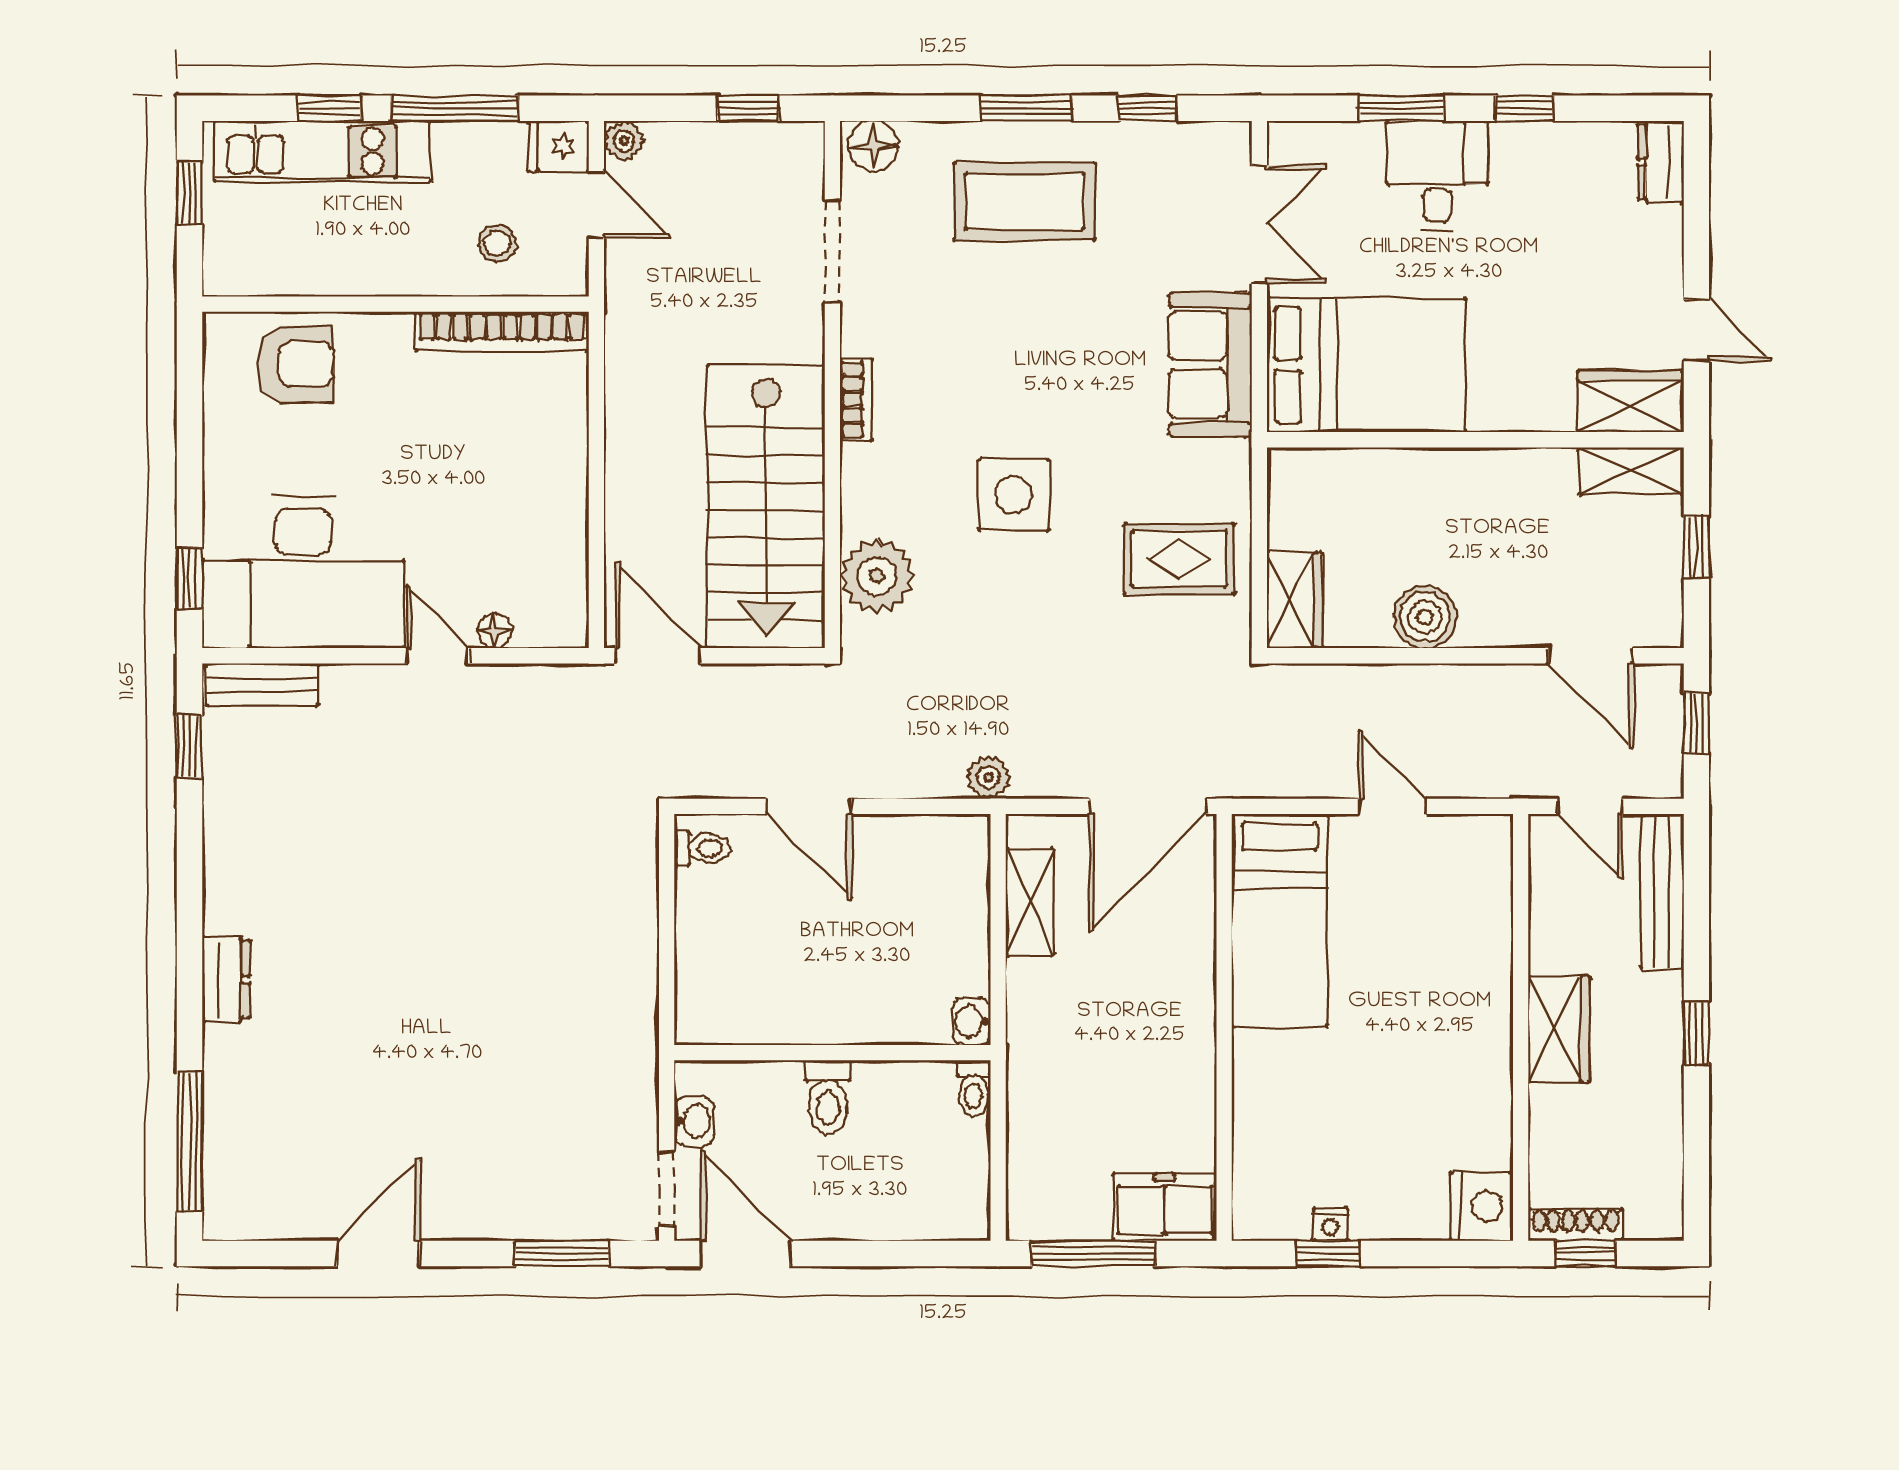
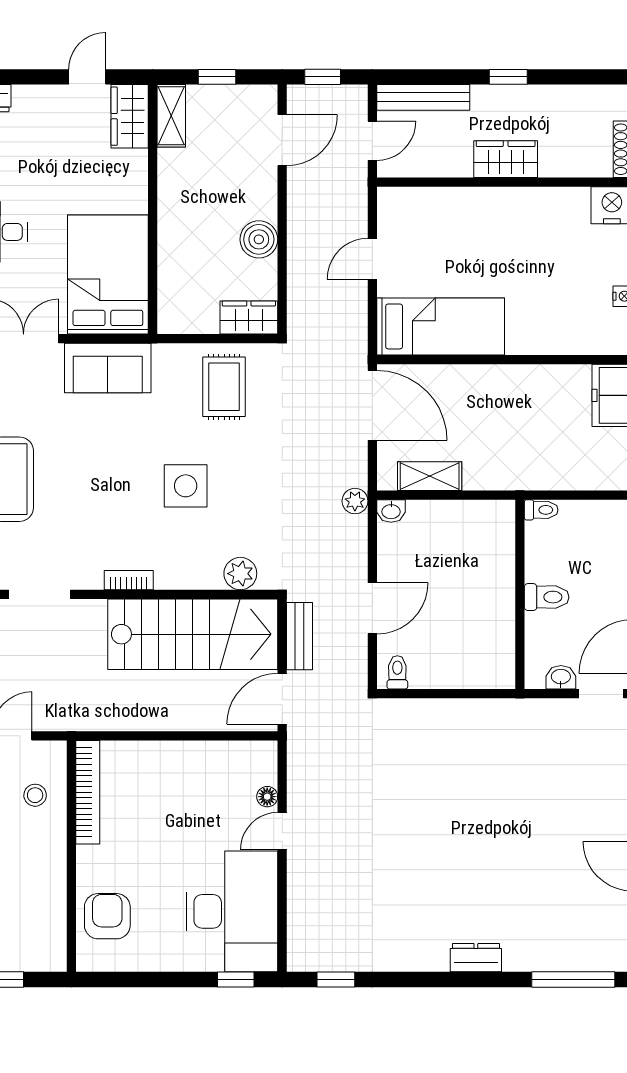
plant: (877, 576) -> (240, 574), width x0.73, depth x0.73
bench: (262, 685) -> (299, 636), moved
washbasin: (972, 1021) -> (391, 511), moved

